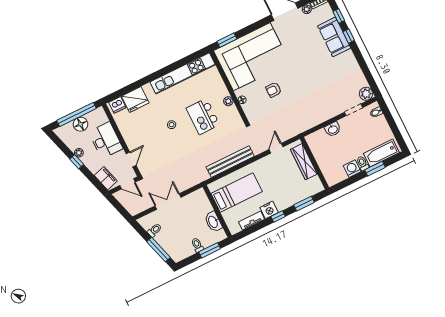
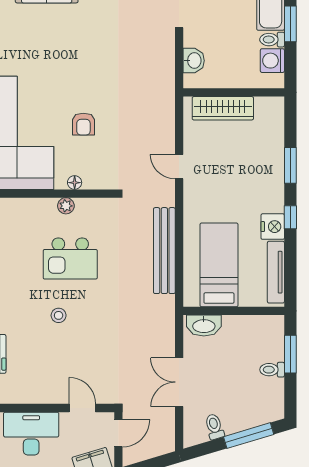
wardrobe: (304, 162) -> (223, 108), moved
wall: (314, 163) -> (234, 92), moved
tv unit: (252, 221) -> (276, 272), width x1.41
washbasin: (213, 222) -> (204, 326), moved

